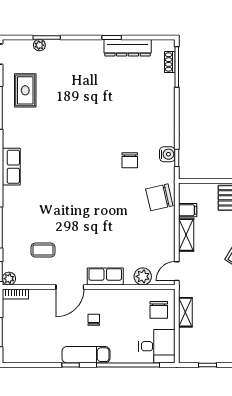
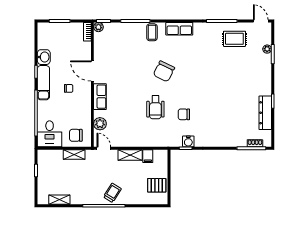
chair: (159, 197) -> (164, 71), moved, turned -141
wheelchair: (120, 200) -> (155, 107), added
coffee table: (43, 250) -> (152, 32), moved
washbasin: (50, 354) -> (44, 57), added

